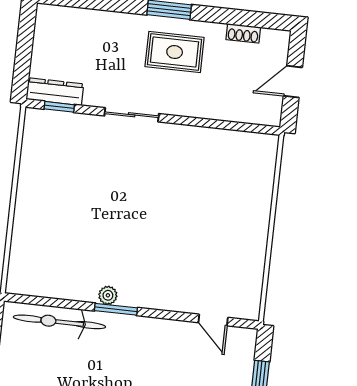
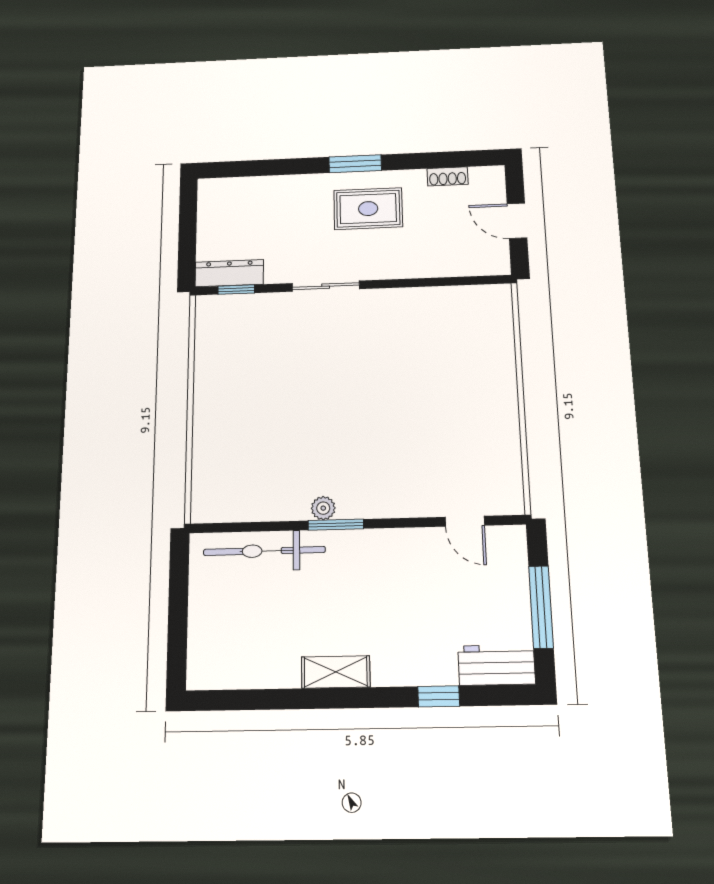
door: (293, 82) -> (517, 221), hinge flipped

